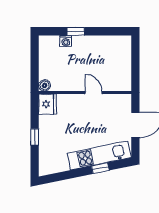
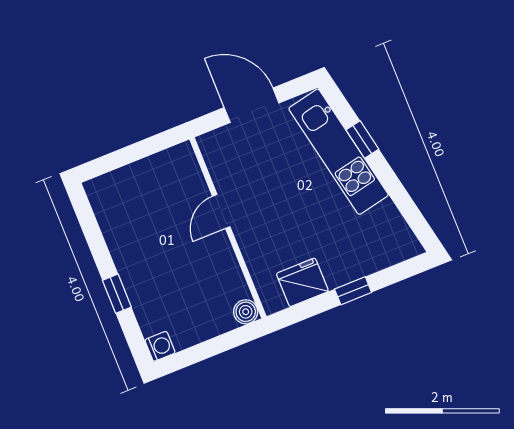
washing machine: (66, 41) -> (160, 346), moved
fridge: (47, 104) -> (302, 282), moved

